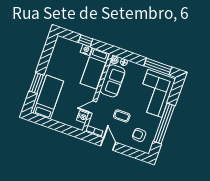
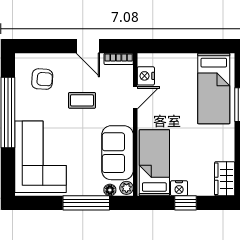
wardrobe: (60, 46) -> (225, 179), added
window: (158, 66) -> (86, 203), moved

